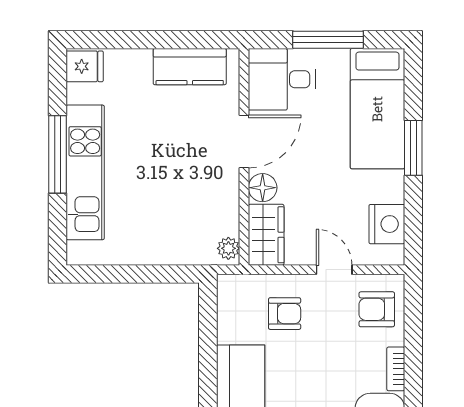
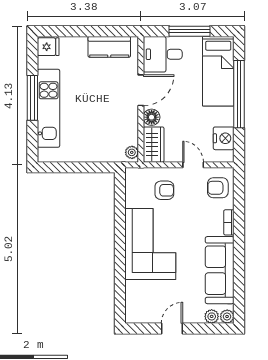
window: (413, 148) -> (239, 94), width x2.11

